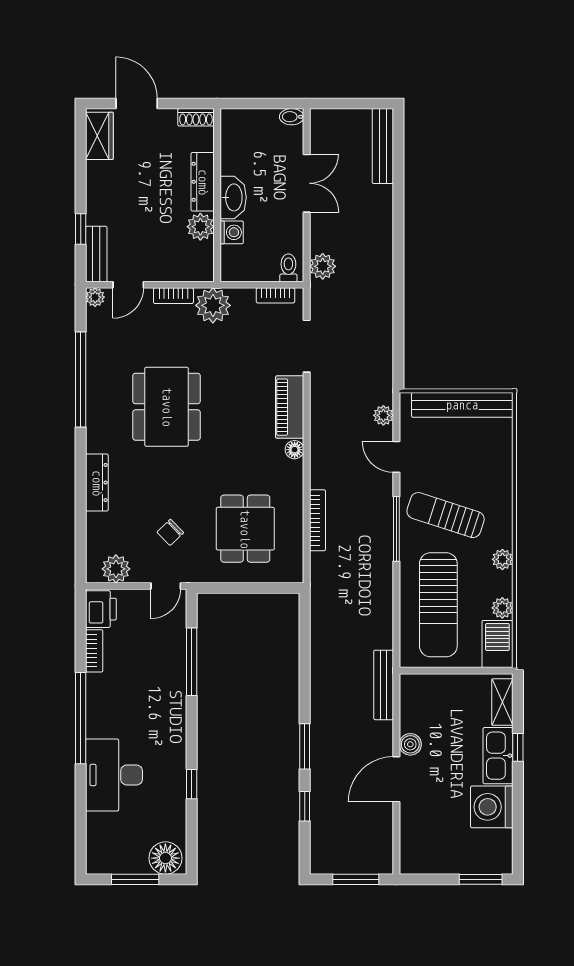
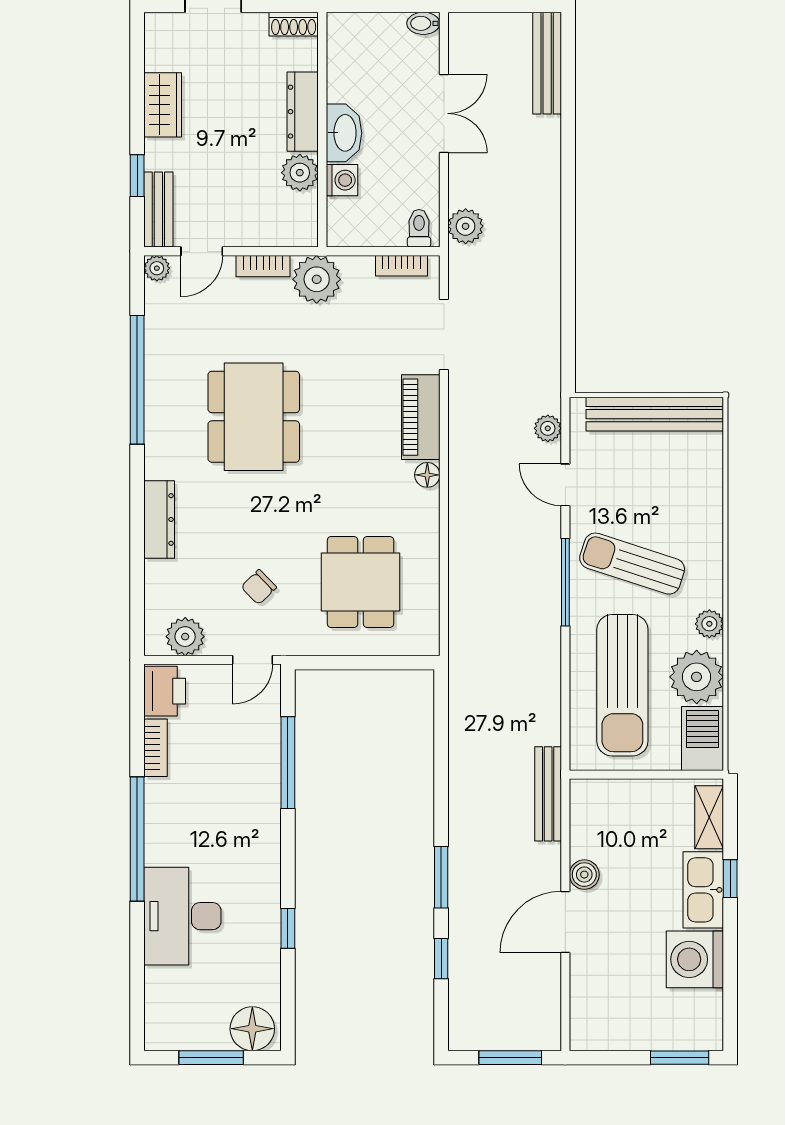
wardrobe: (99, 136) -> (163, 105), moved
bookcase: (318, 520) -> (458, 571), removed
plant: (502, 608) -> (697, 677), width x1.87, depth x1.87

